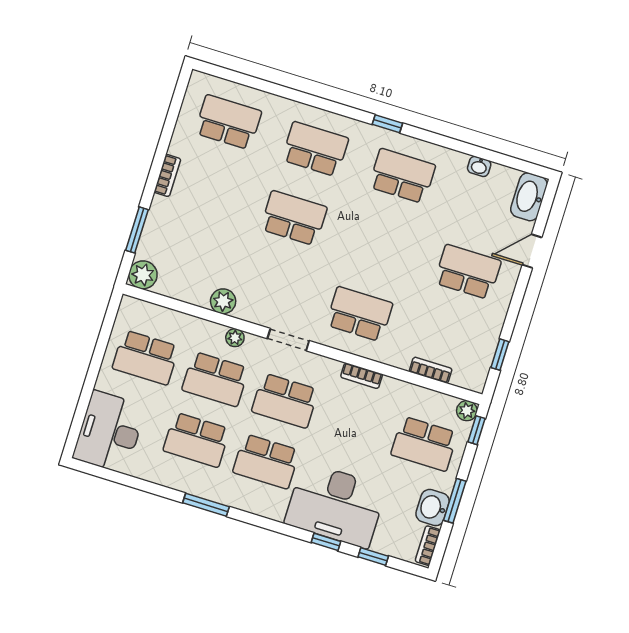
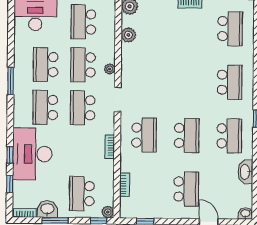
washbasin: (479, 166) -> (245, 172), width x1.91, depth x1.45
washbasin: (529, 197) -> (245, 214), width x0.52, depth x0.69
school desk: (294, 218) -> (187, 135), moved
plant: (223, 301) -> (128, 35), moved

